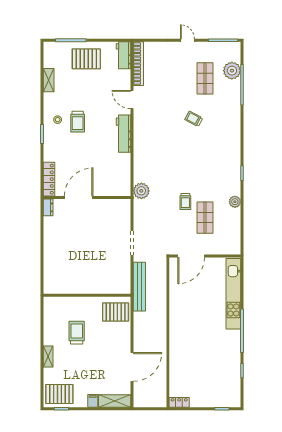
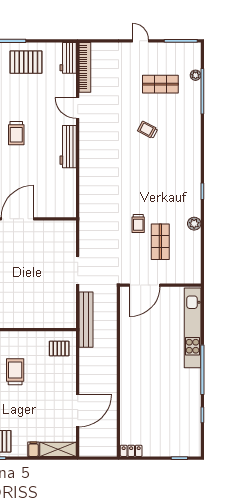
plant: (232, 71) -> (196, 75), width x0.53, depth x0.53
shop shelf: (205, 78) -> (160, 84), turned 90
plant: (141, 191) -> (88, 211), removed
pallet: (116, 312) -> (59, 348), width x0.67, depth x0.71

